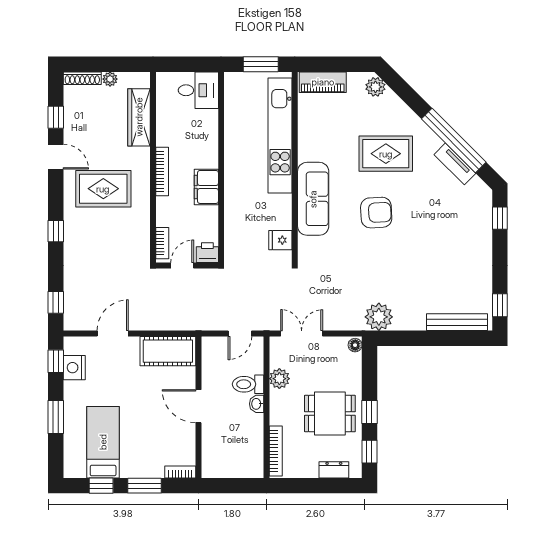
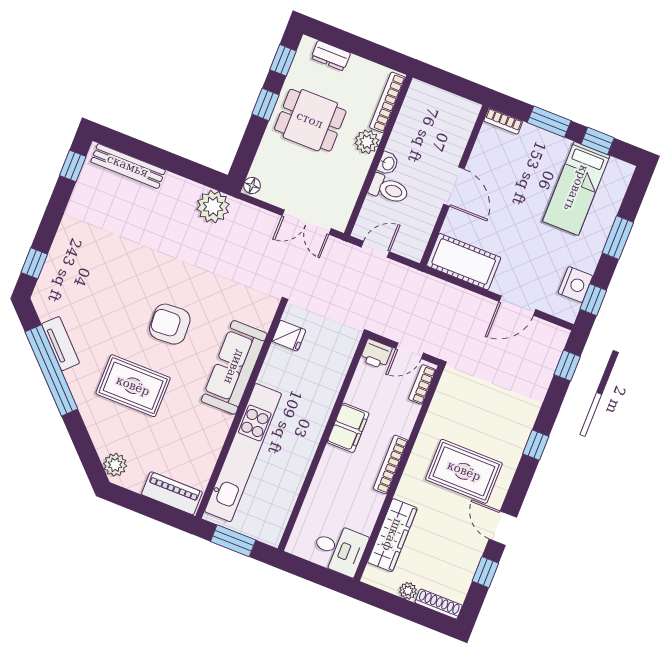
desk: (198, 90) -> (339, 549), moved, turned 180
plant: (279, 379) -> (367, 142), moved

